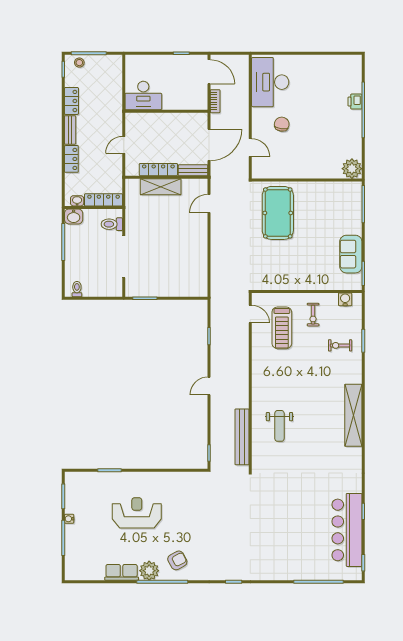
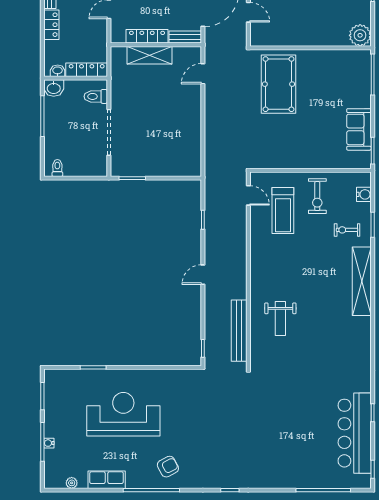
water cooler: (345, 299) -> (364, 194), moved, turned 90
exercise bike: (313, 315) -> (317, 196), width x1.38, depth x1.39
shelving: (353, 415) -> (362, 281), moved
reception desk: (137, 513) -> (123, 414), width x1.36, depth x1.30
water cooler: (69, 519) -> (49, 443), moved
plant: (149, 571) -> (72, 483), moved, width x0.53, depth x0.53

